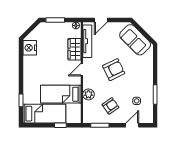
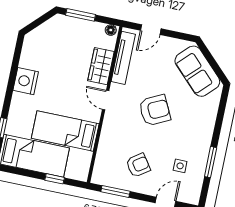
nightstand: (30, 48) -> (26, 81), moved
door: (82, 70) -> (106, 100), hinge flipped
plant: (88, 94) -> (108, 140), removed

